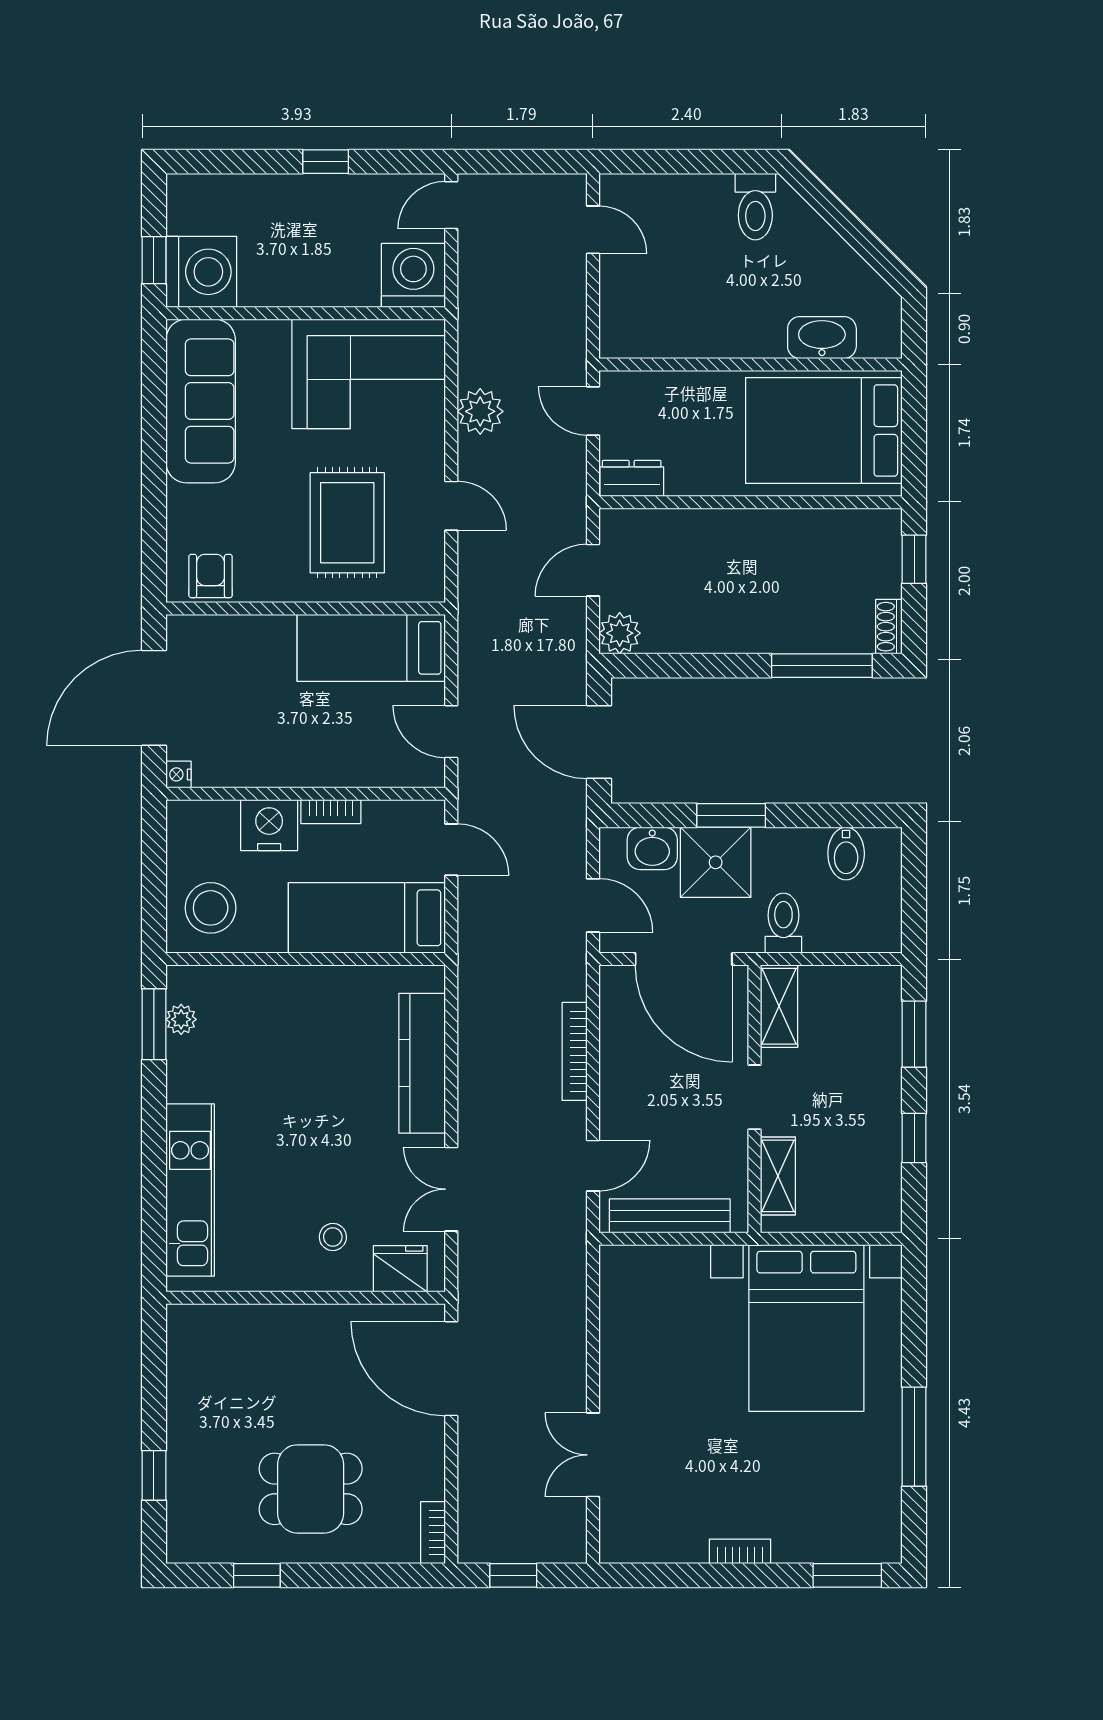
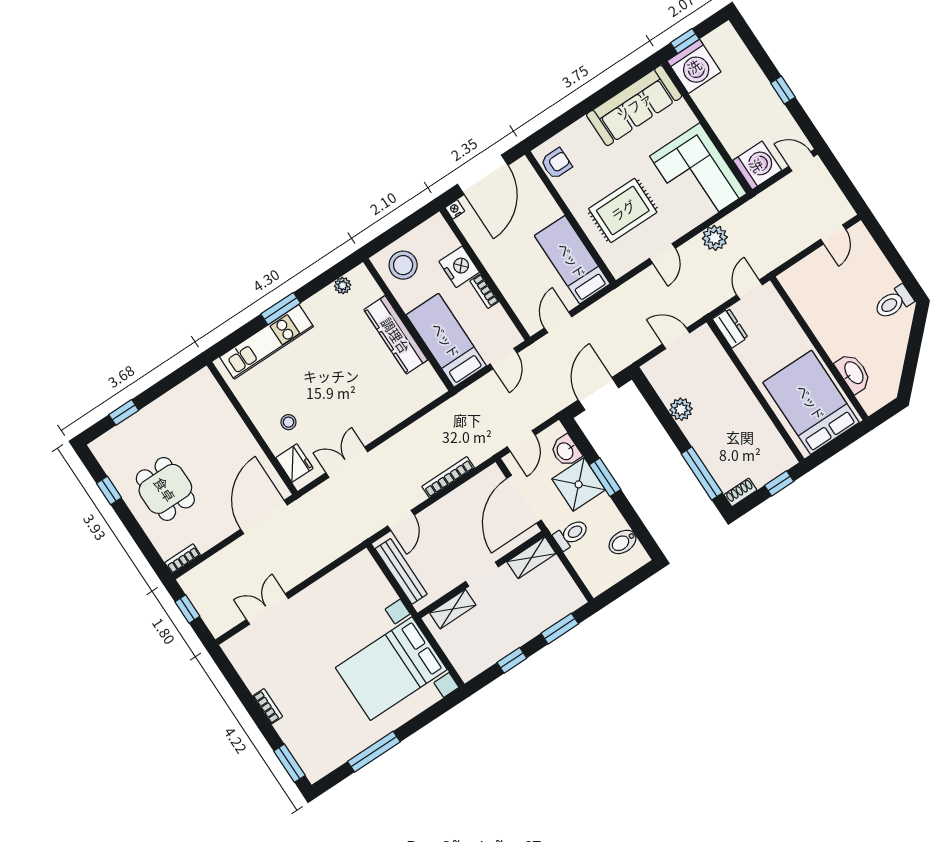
plant: (620, 633) -> (681, 409), moved
door: (154, 698) -> (483, 175), swing flipped
window: (154, 1024) -> (281, 309), moved
kitchen counter: (422, 1063) -> (396, 335), moved, turned -90
door: (593, 1166) -> (401, 520), hinge flipped

